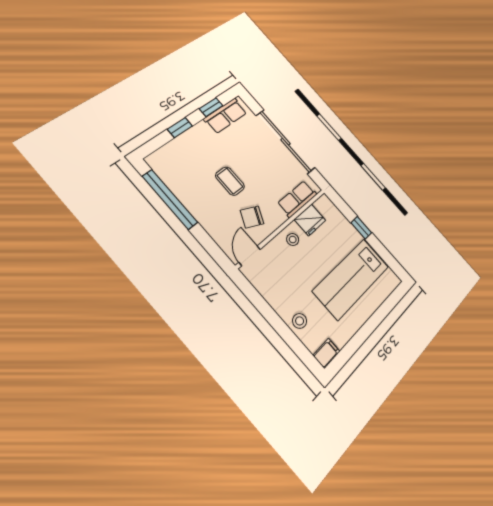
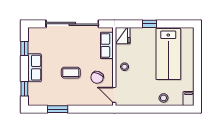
row of seats: (225, 116) -> (34, 68), moved
window: (180, 128) -> (24, 89), moved
window: (170, 199) -> (58, 109), width x0.47
fridge: (310, 220) -> (123, 36), moved

